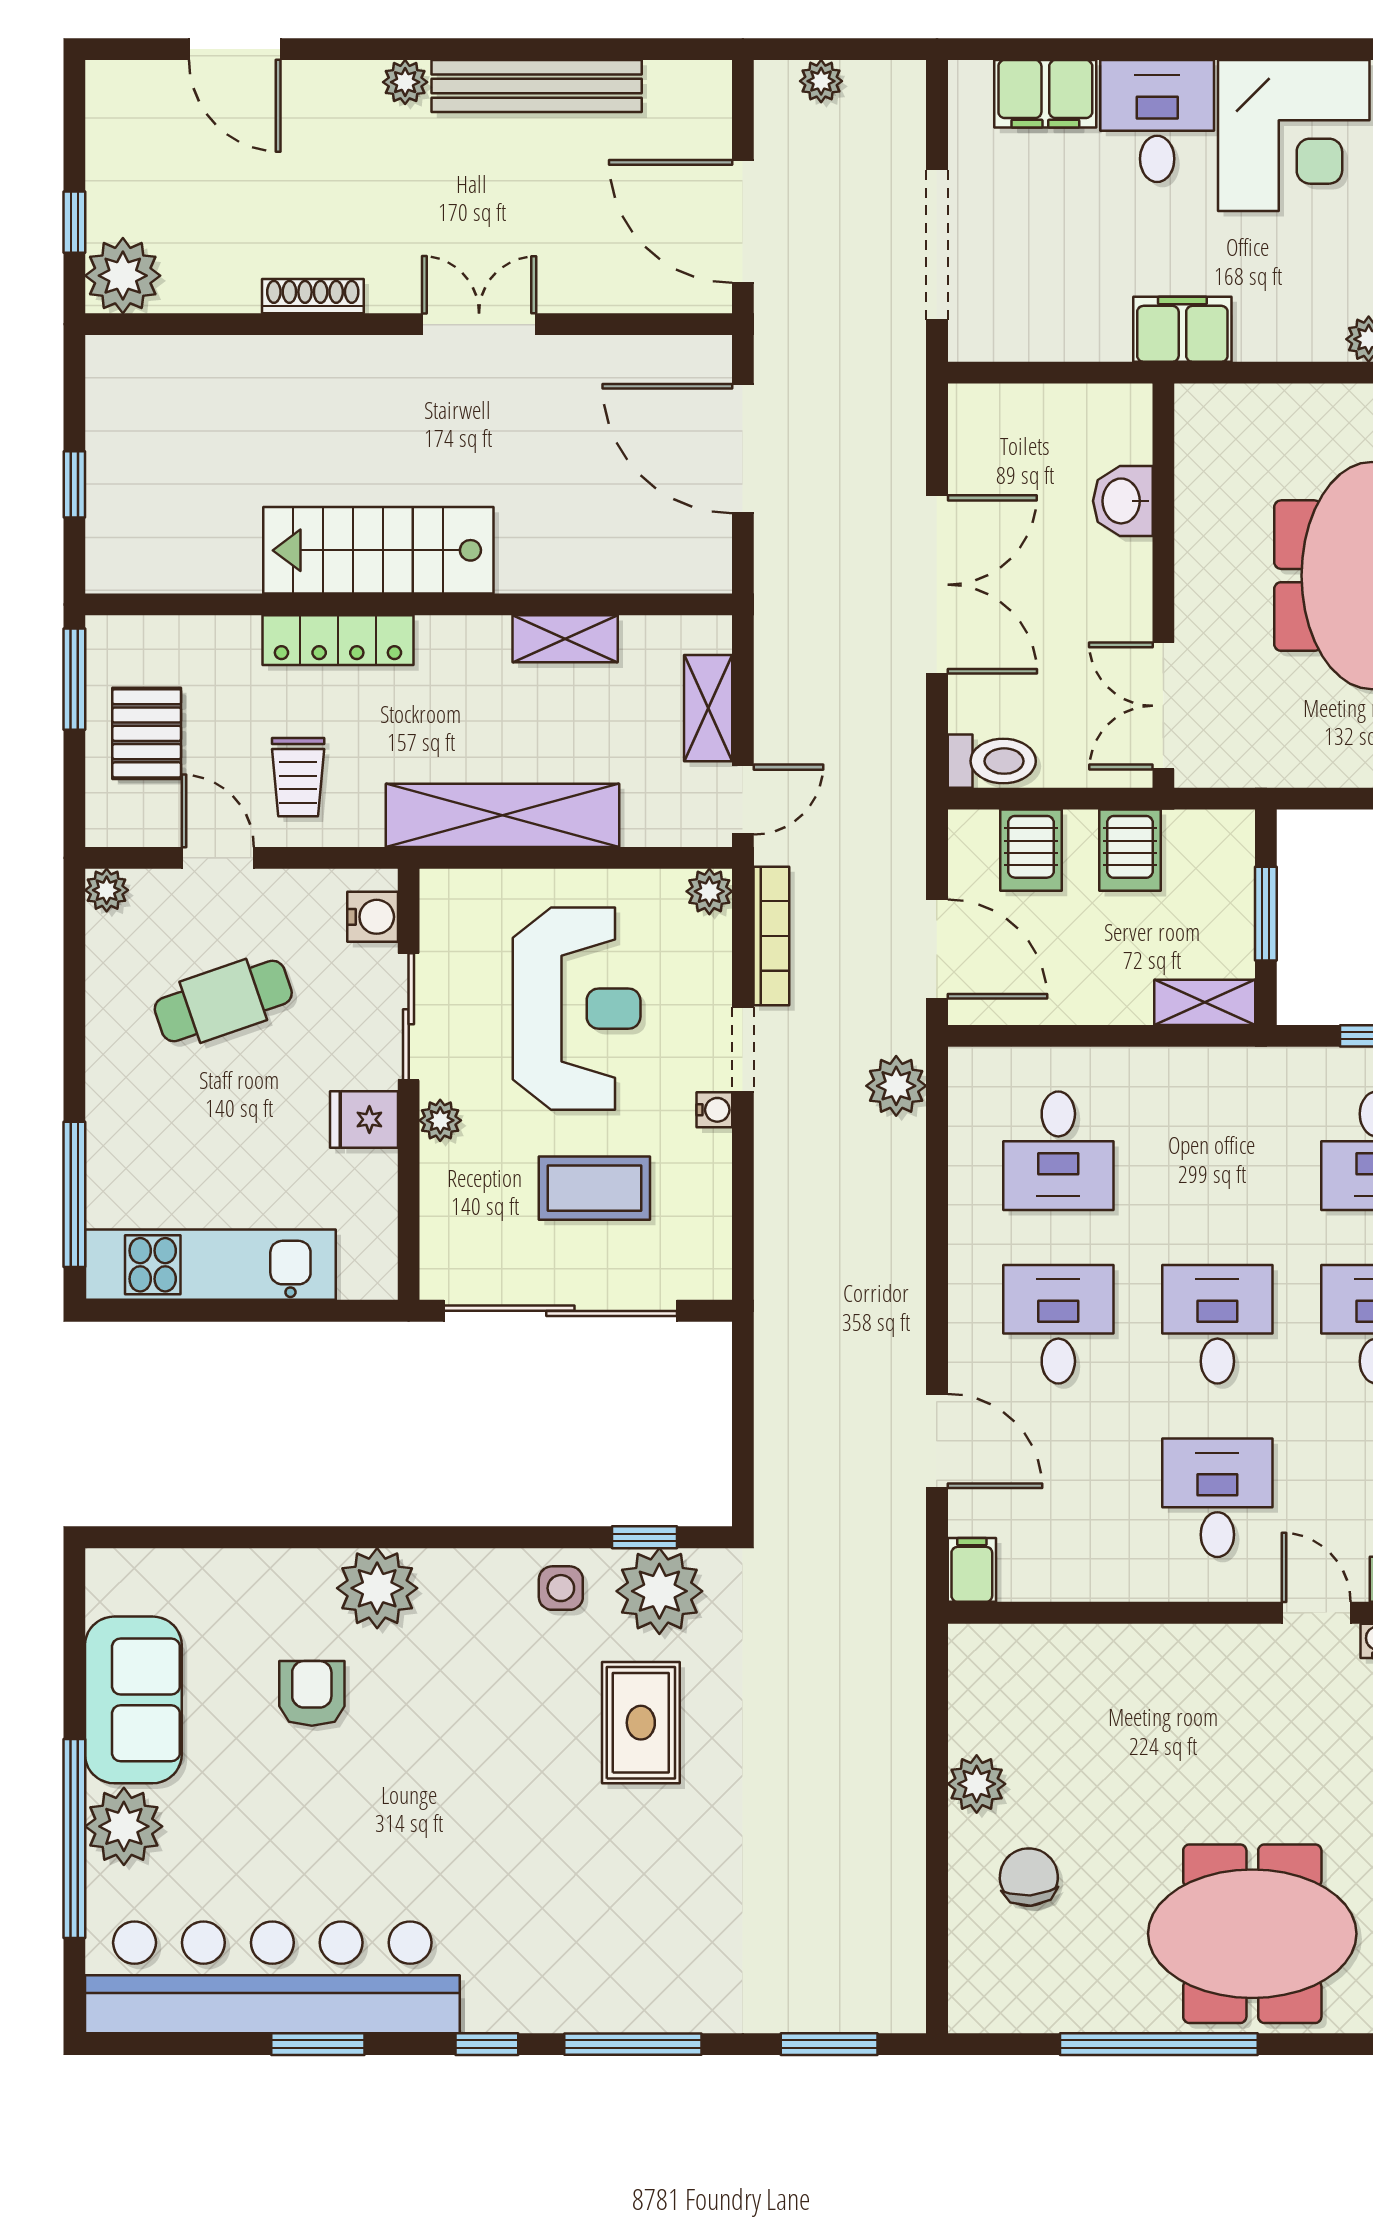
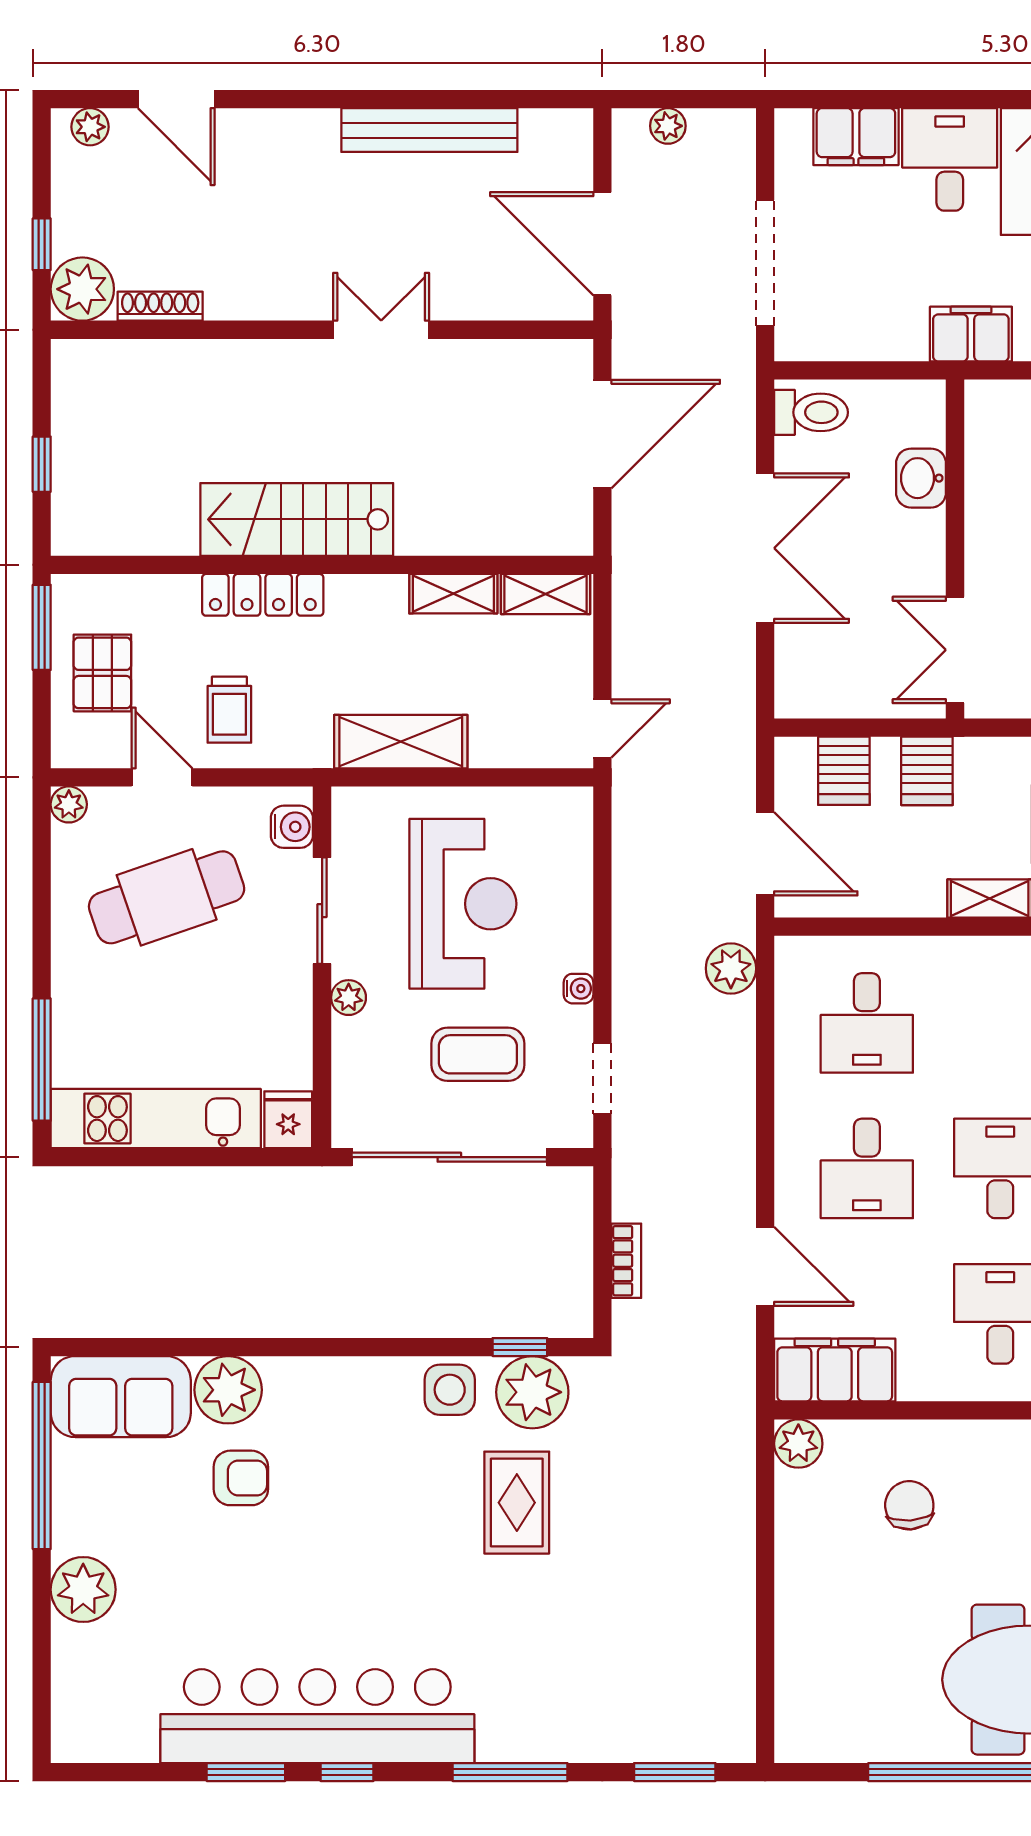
plant: (405, 82) -> (90, 127), moved
shoe rack: (313, 296) -> (160, 306), moved
door: (743, 449) -> (602, 434), swing flipped
shelving: (708, 708) -> (546, 594), moved, turned 90
toilet: (992, 761) -> (811, 412), moved
shelving: (502, 815) -> (401, 742), width x0.68
plant: (709, 891) -> (574, 806), removed
bookcase: (771, 936) -> (626, 1261), moved, width x0.64
cafe table: (223, 1001) -> (167, 897), width x1.37, depth x1.35
doorway: (743, 1050) -> (602, 1079), moved
fridge: (364, 1120) -> (288, 1120), moved, turned 90
desk: (1058, 1324) -> (867, 1168), turned 180
filing cabinet: (972, 1570) -> (835, 1370), width x3.00, depth x1.17
plant: (377, 1588) -> (228, 1390), moved
side table: (561, 1588) -> (450, 1390), width x1.37, depth x1.37
armchair: (312, 1693) -> (241, 1478), turned 90
sofa: (133, 1700) -> (121, 1397), moved, turned 90
plant: (977, 1784) -> (798, 1444), moved
window: (74, 1839) -> (42, 1466), moved
chair: (1029, 1877) -> (909, 1505), moved
bar counter: (272, 1977) -> (317, 1716), moved
window: (487, 2044) -> (347, 1772), moved

